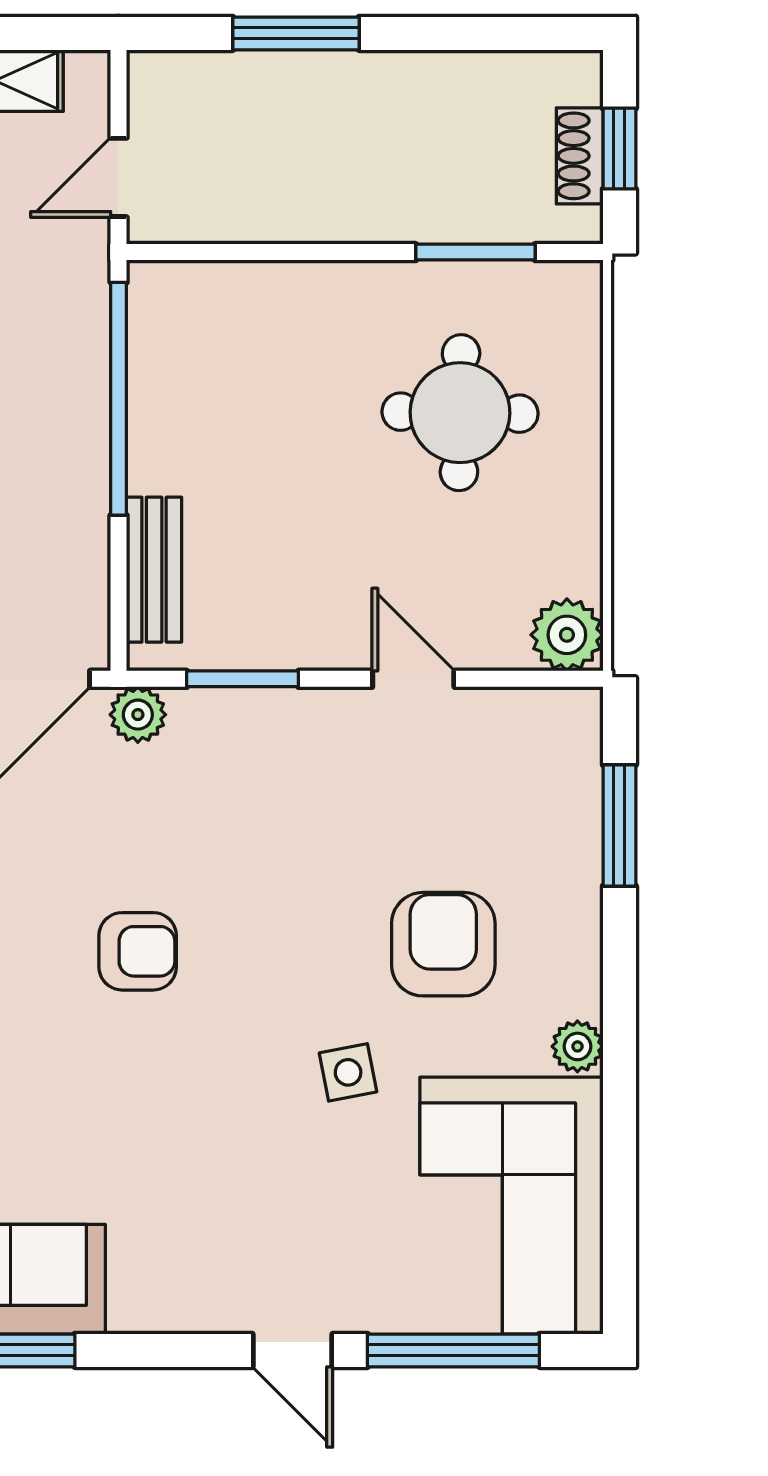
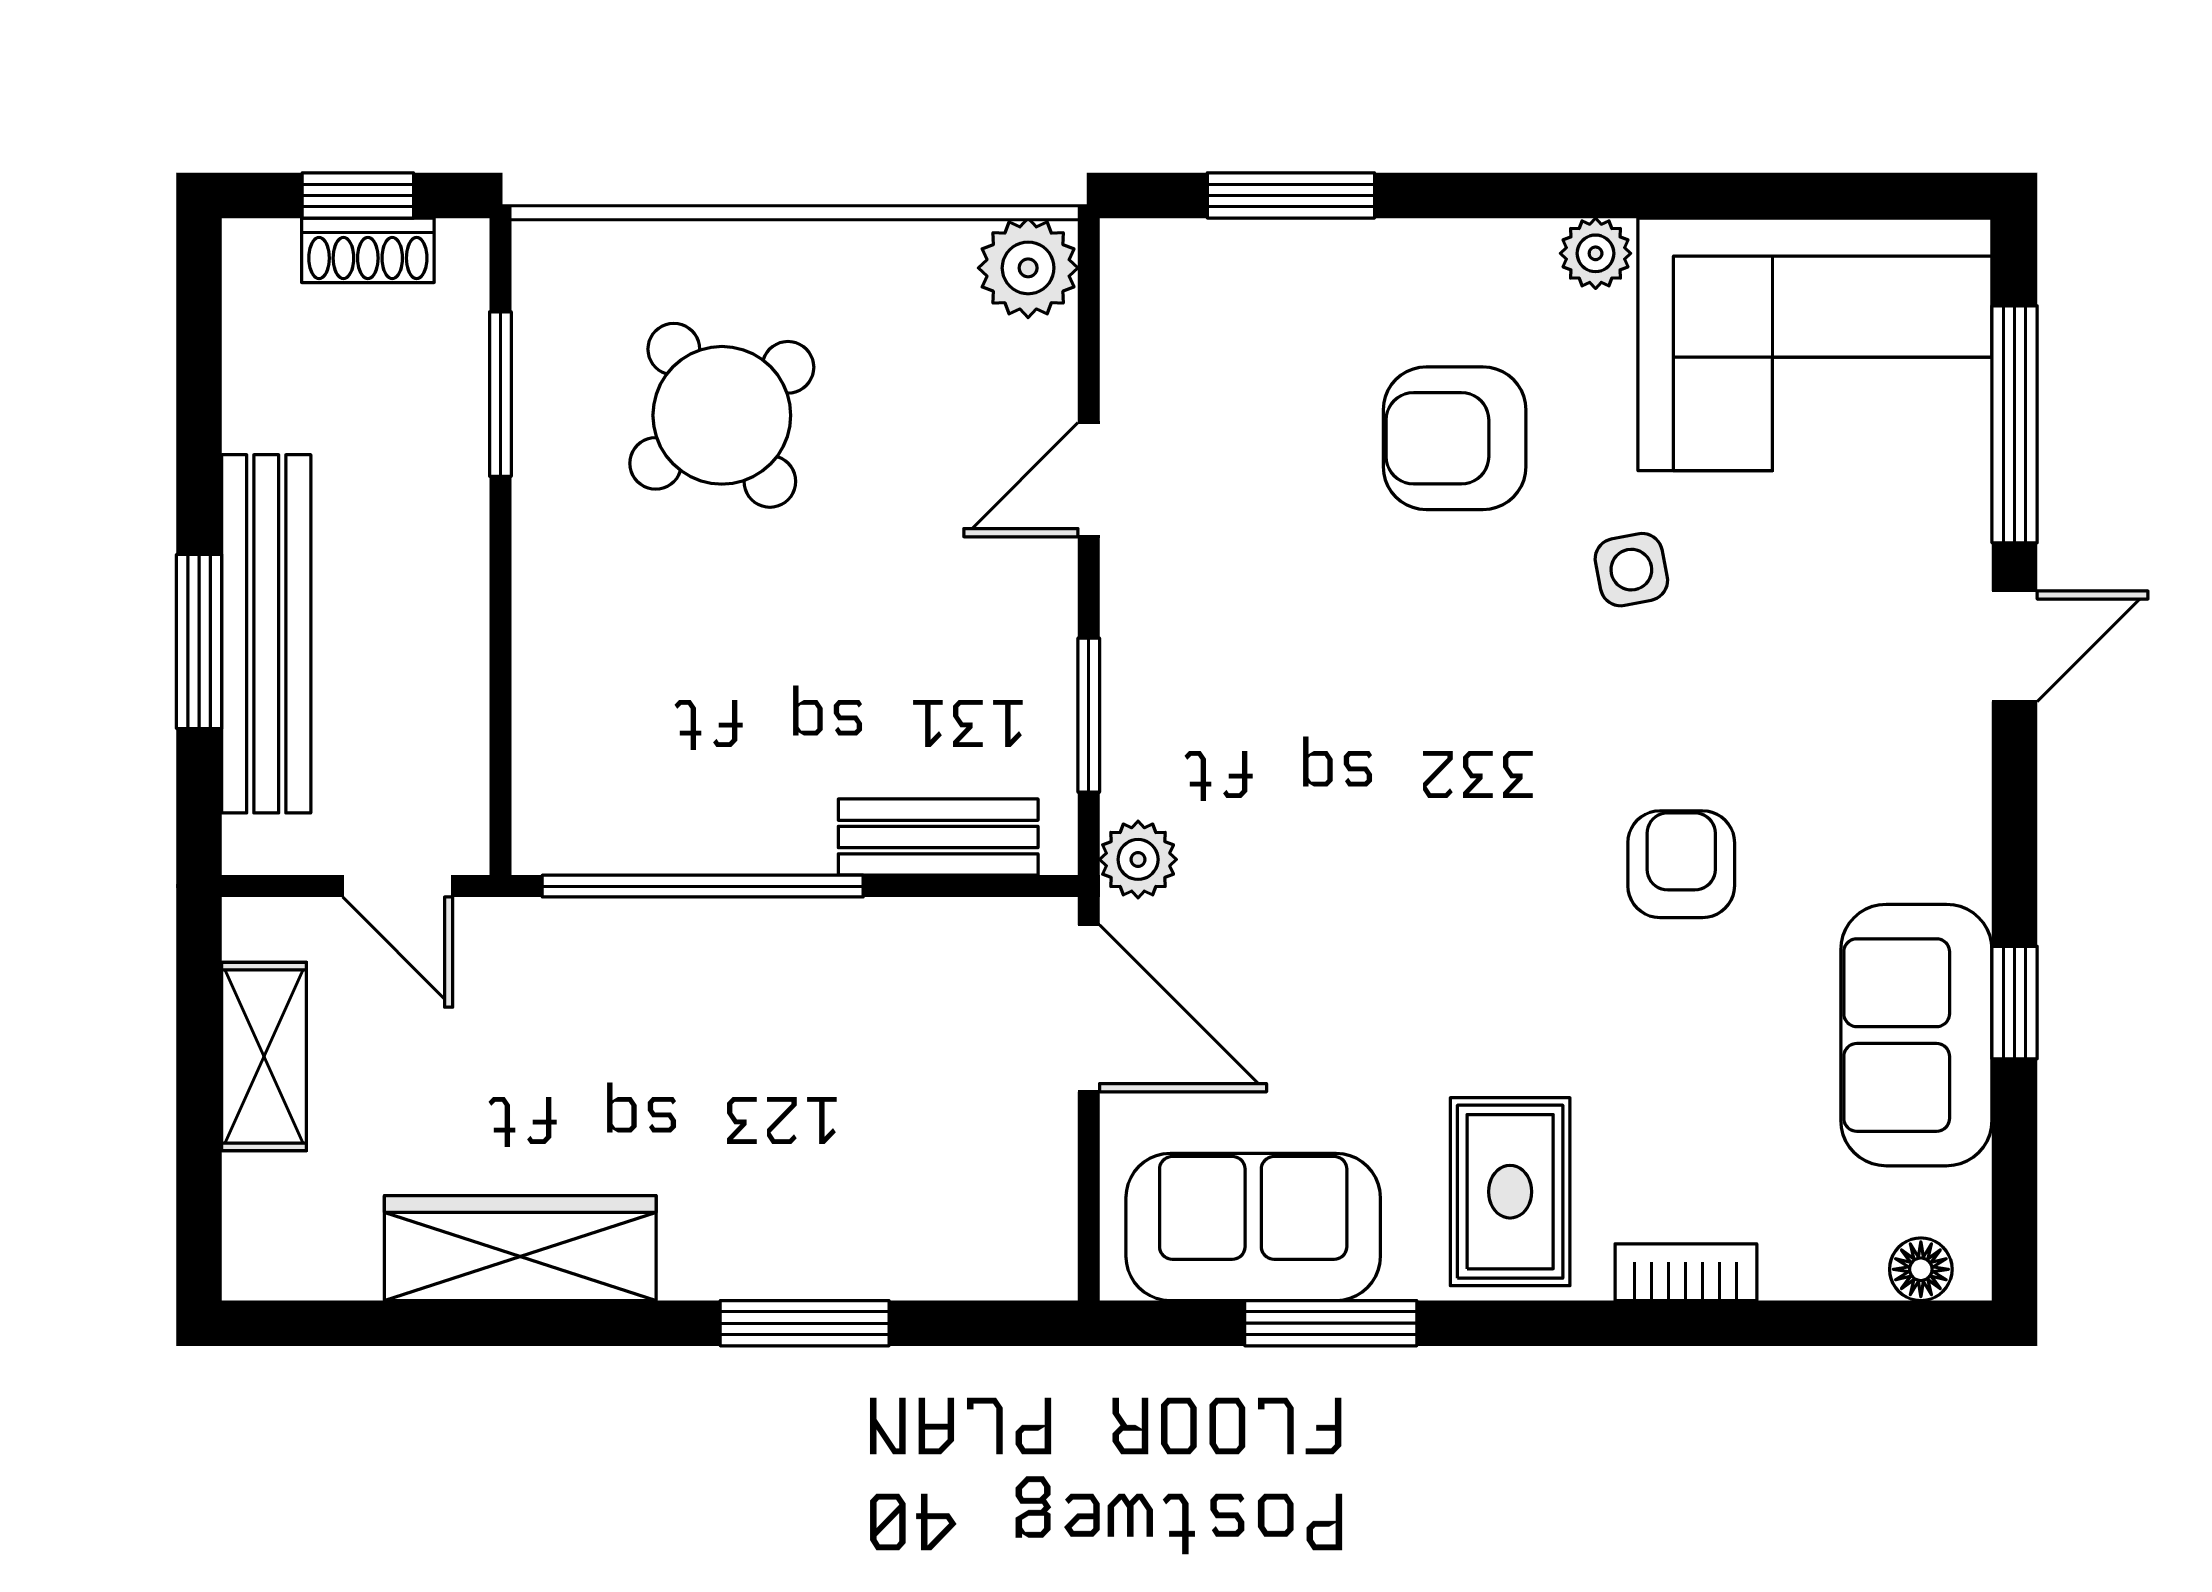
bench: (301, 82) -> (266, 634), added
round table: (460, 413) -> (722, 415), turned -37
armchair: (138, 951) -> (1681, 864), moved

